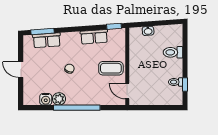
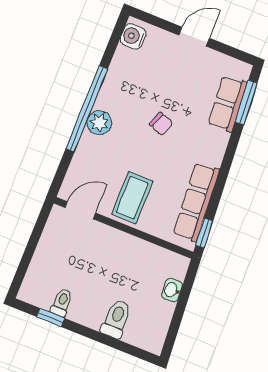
row of seats: (94, 37) -> (196, 202), width x1.48
water cooler: (46, 99) -> (133, 36), moved
plant: (59, 99) -> (99, 123), moved

